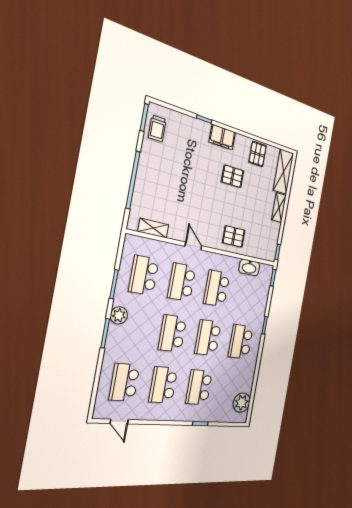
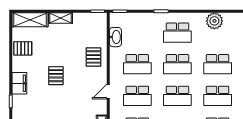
pallet: (233, 176) -> (56, 76), moved
plant: (242, 403) -> (214, 21), moved

